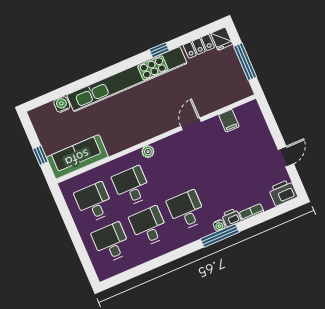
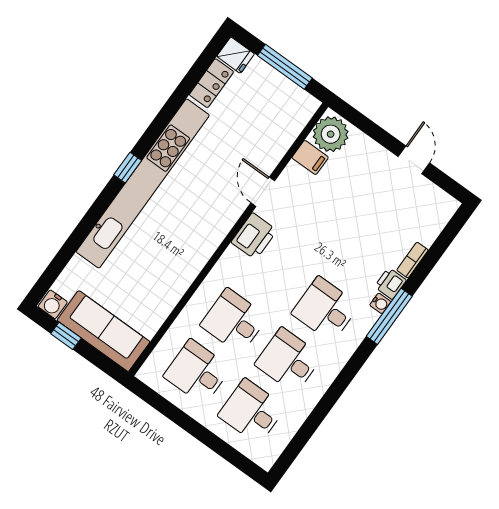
window: (159, 50) -> (128, 168), moved
water cooler: (62, 104) -> (53, 304), moved, turned -90
plant: (148, 152) -> (331, 134), moved, width x1.88, depth x1.88
window: (40, 155) -> (66, 336), moved
sofa: (77, 157) -> (103, 331), moved, turned 90
printer: (283, 193) -> (254, 236), moved, turned 180

